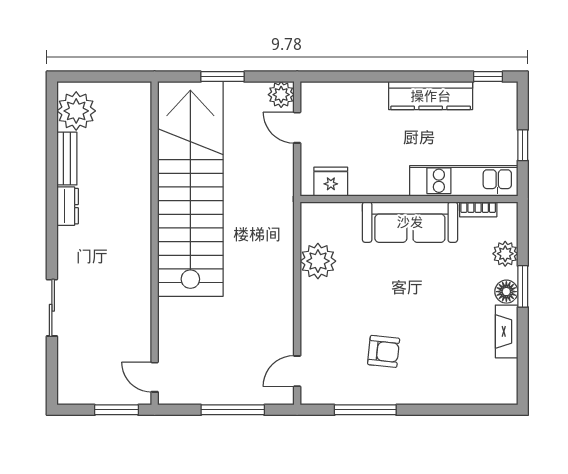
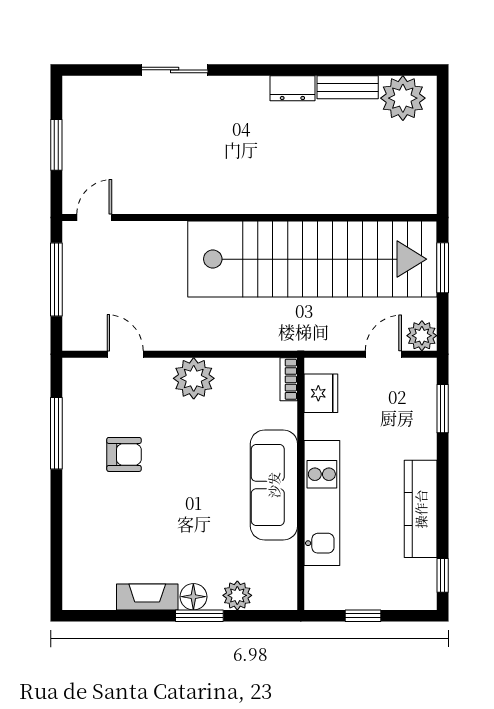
window: (344, 77) -> (443, 409), added
kitchen unit: (464, 181) -> (322, 503), moved
stairs: (190, 189) -> (312, 259), moved
bookcase: (478, 209) -> (289, 379), moved
wall: (155, 243) -> (250, 218), moved
plant: (318, 261) -> (194, 378), moved
armchair: (384, 351) -> (124, 454), turned -96
door: (297, 371) -> (125, 354), moved
door: (155, 377) -> (94, 218), moved

